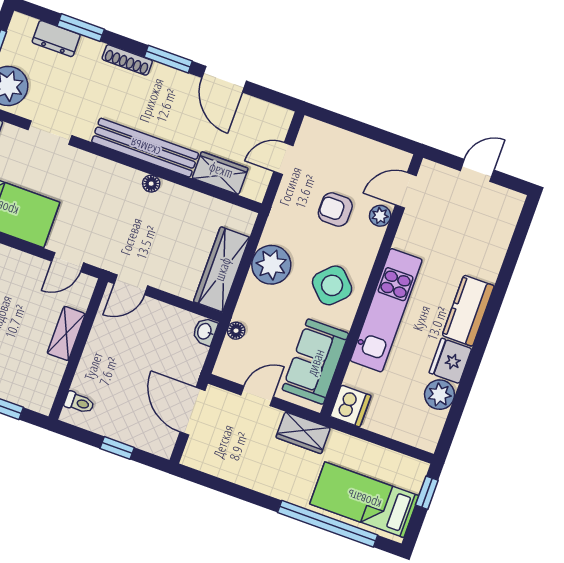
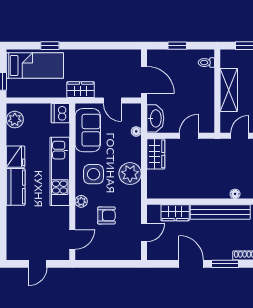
floor lamp: (151, 184) -> (235, 194), moved
plant: (380, 216) -> (81, 201), moved
wardrobe: (222, 269) -> (156, 154), width x0.67
door: (131, 285) -> (189, 136), moved
side table: (332, 285) -> (93, 174), turned 45
washbasin: (205, 331) -> (155, 118), width x1.91, depth x1.45
shelving: (66, 333) -> (229, 90), width x1.50, depth x1.33
plant: (440, 395) -> (15, 120), moved
door: (257, 396) -> (112, 101), hinge flipped
window: (328, 524) -> (50, 46), width x0.32

